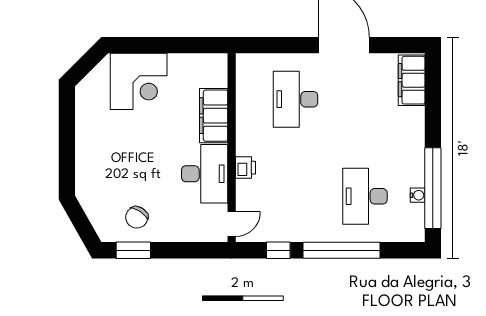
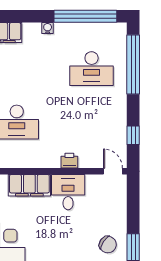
desk: (205, 174) -> (68, 192), width x0.73
water cooler: (418, 195) -> (48, 28), moved
window: (341, 250) -> (133, 65), moved

